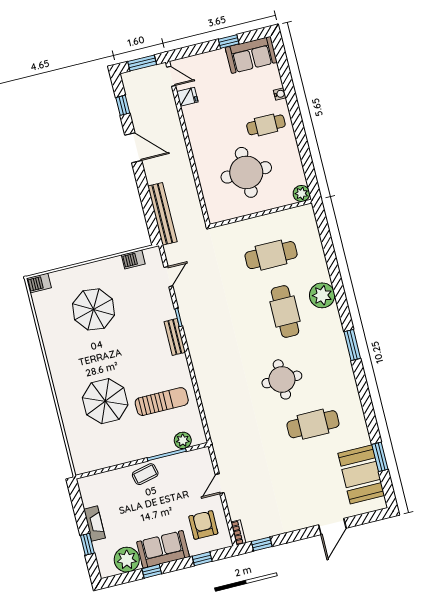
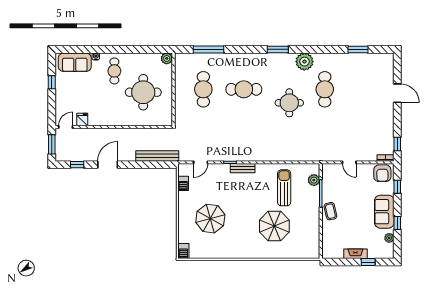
sofa: (251, 55) -> (75, 62), moved, turned 90
window: (328, 248) -> (208, 49), added
door: (168, 277) -> (201, 162), swing flipped
plant: (322, 295) -> (304, 62), moved
booth: (361, 474) -> (367, 65), removed
armchair: (203, 525) -> (382, 173), moved, turned -91
plant: (127, 560) -> (389, 238), width x0.53, depth x0.53

